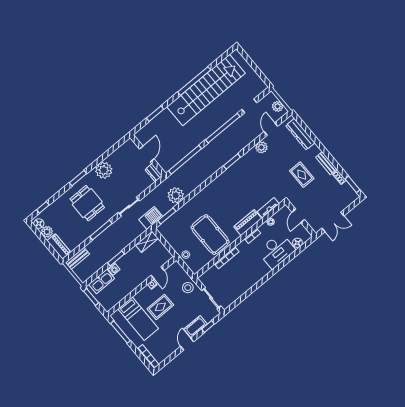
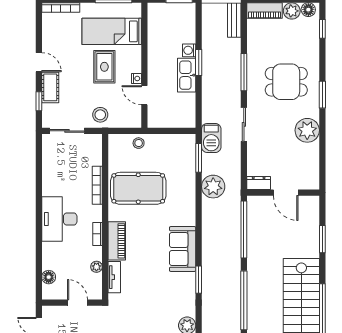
sofa: (223, 184) -> (183, 249), added
shelving: (147, 242) -> (189, 112), removed
desk: (277, 251) -> (59, 219), moved
kitchen sink: (102, 281) -> (187, 75), moved

